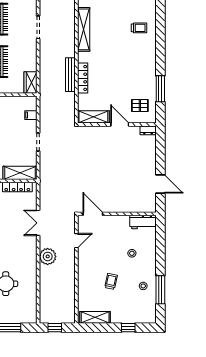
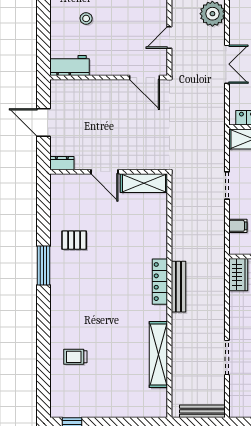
shelving: (93, 117) -> (144, 183), moved
wall: (117, 124) -> (109, 172), moved
door: (120, 124) -> (104, 172), moved
dresser: (148, 130) -> (62, 163), moved

